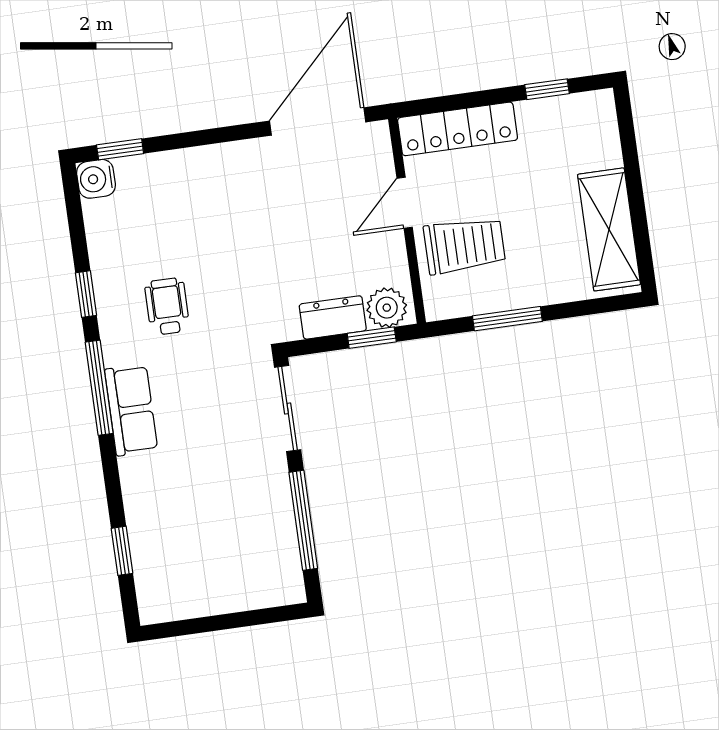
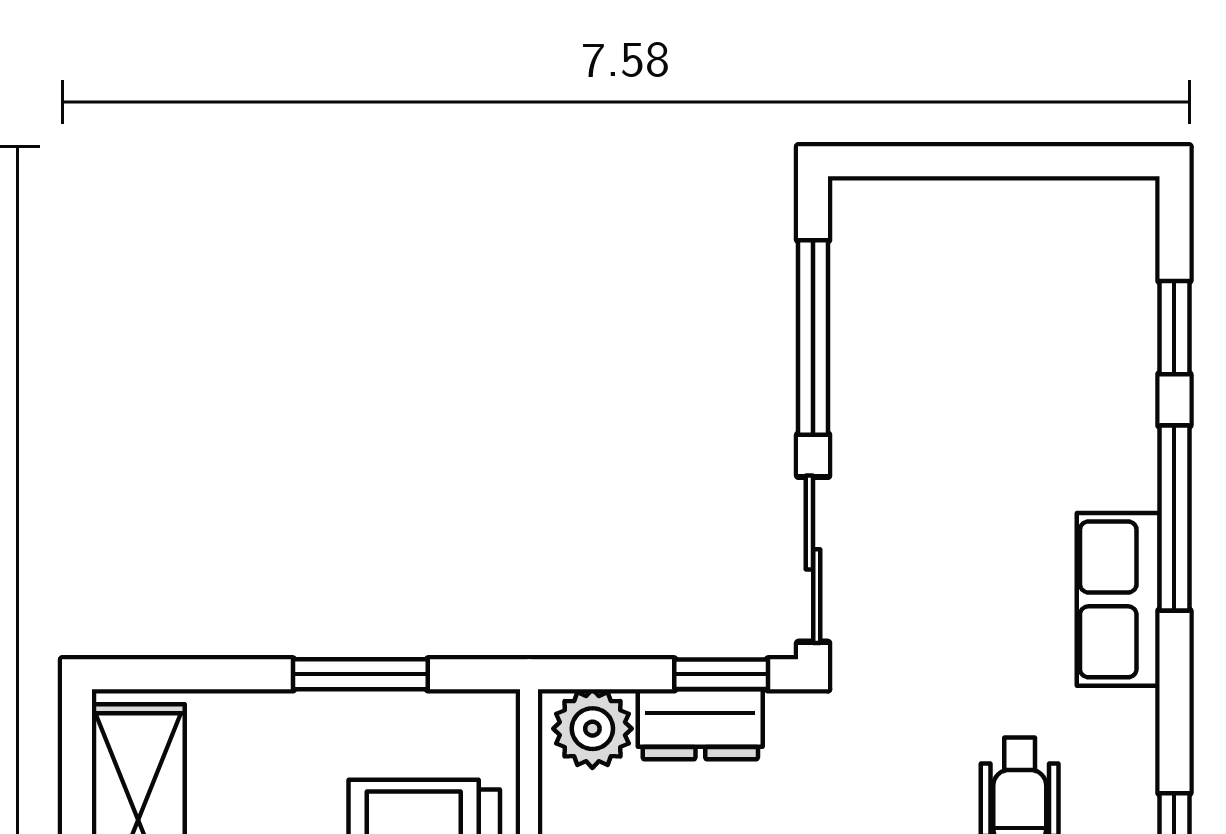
window: (372, 338) -> (721, 674), moved
window: (99, 388) -> (1174, 518), moved

